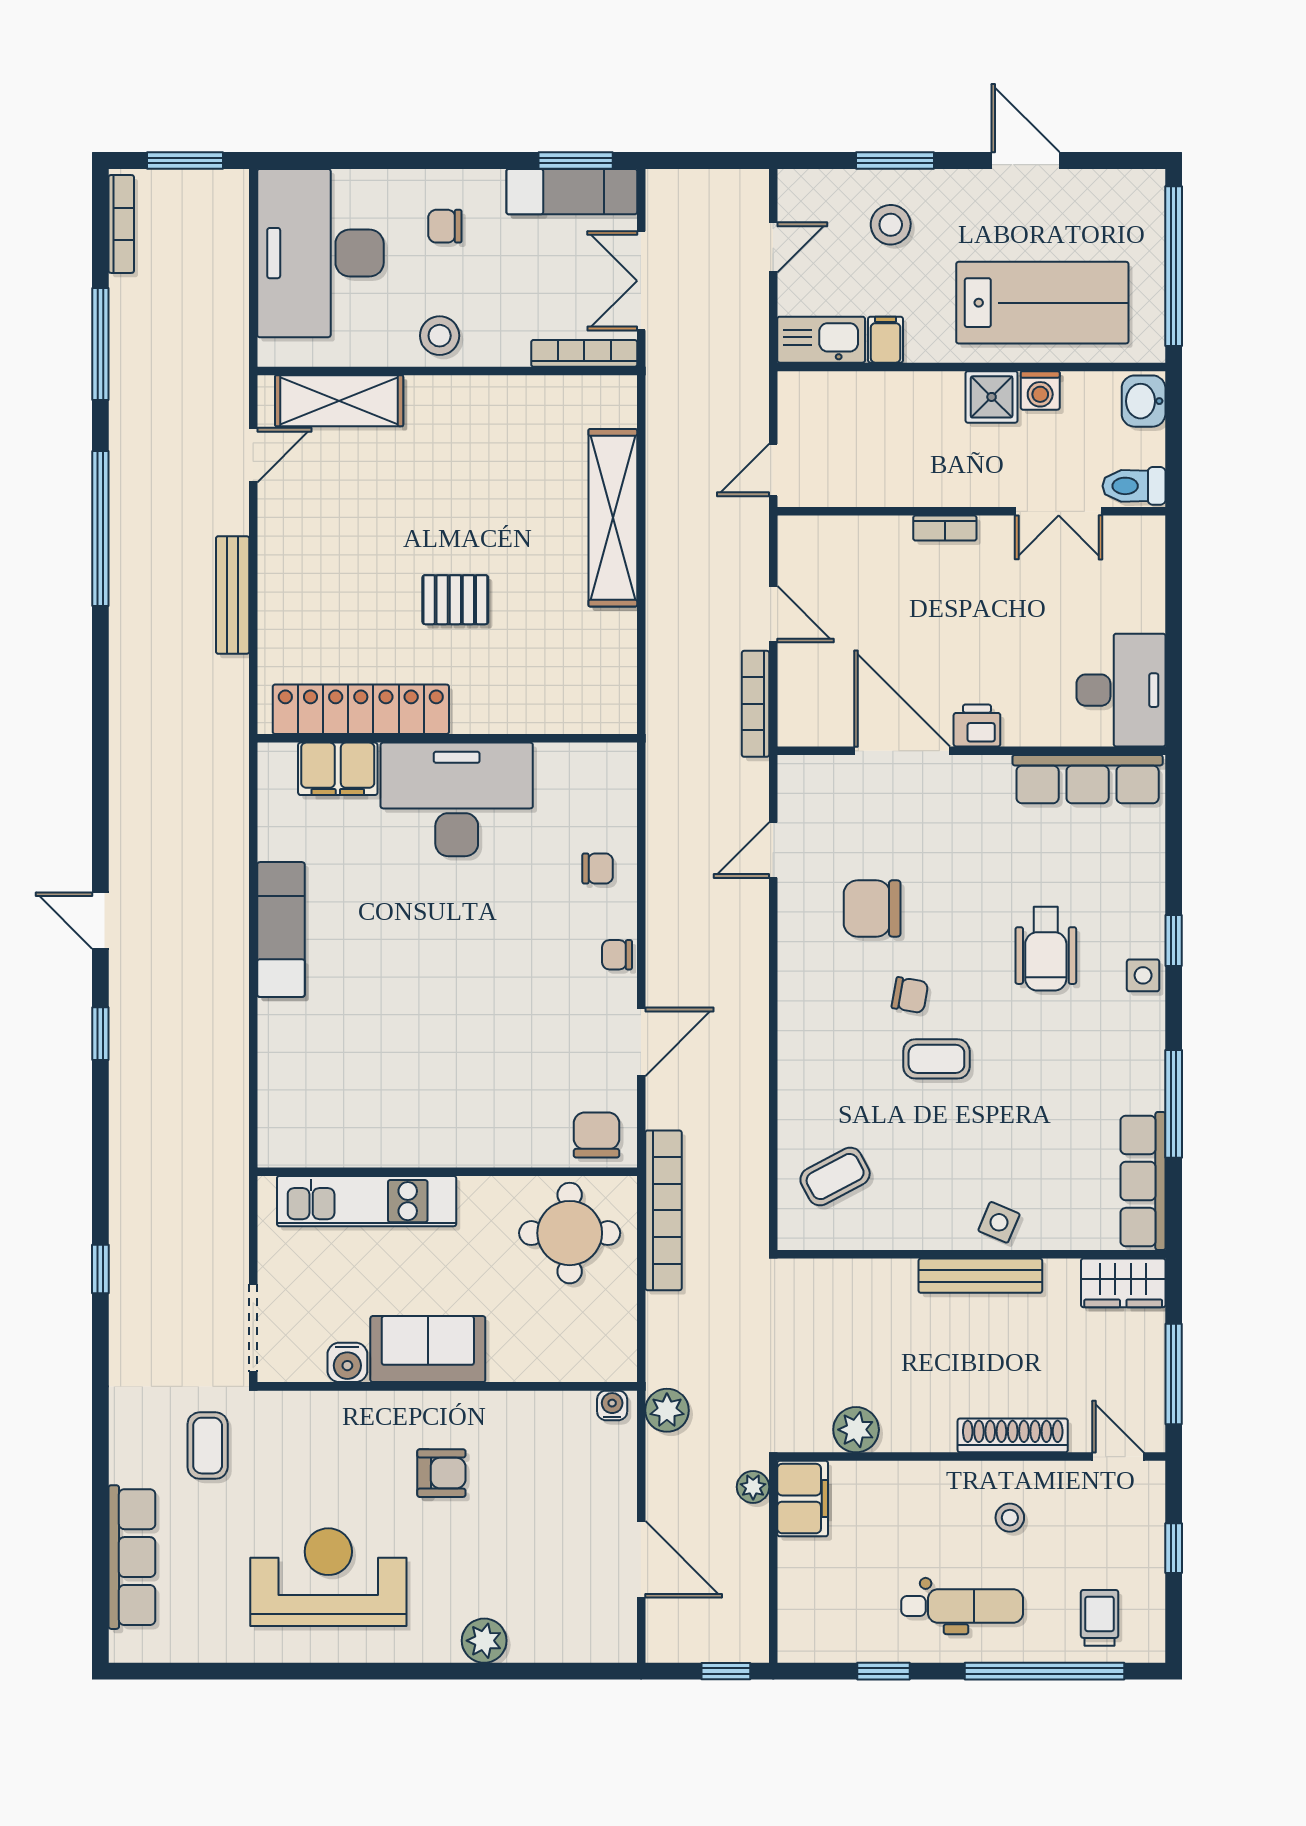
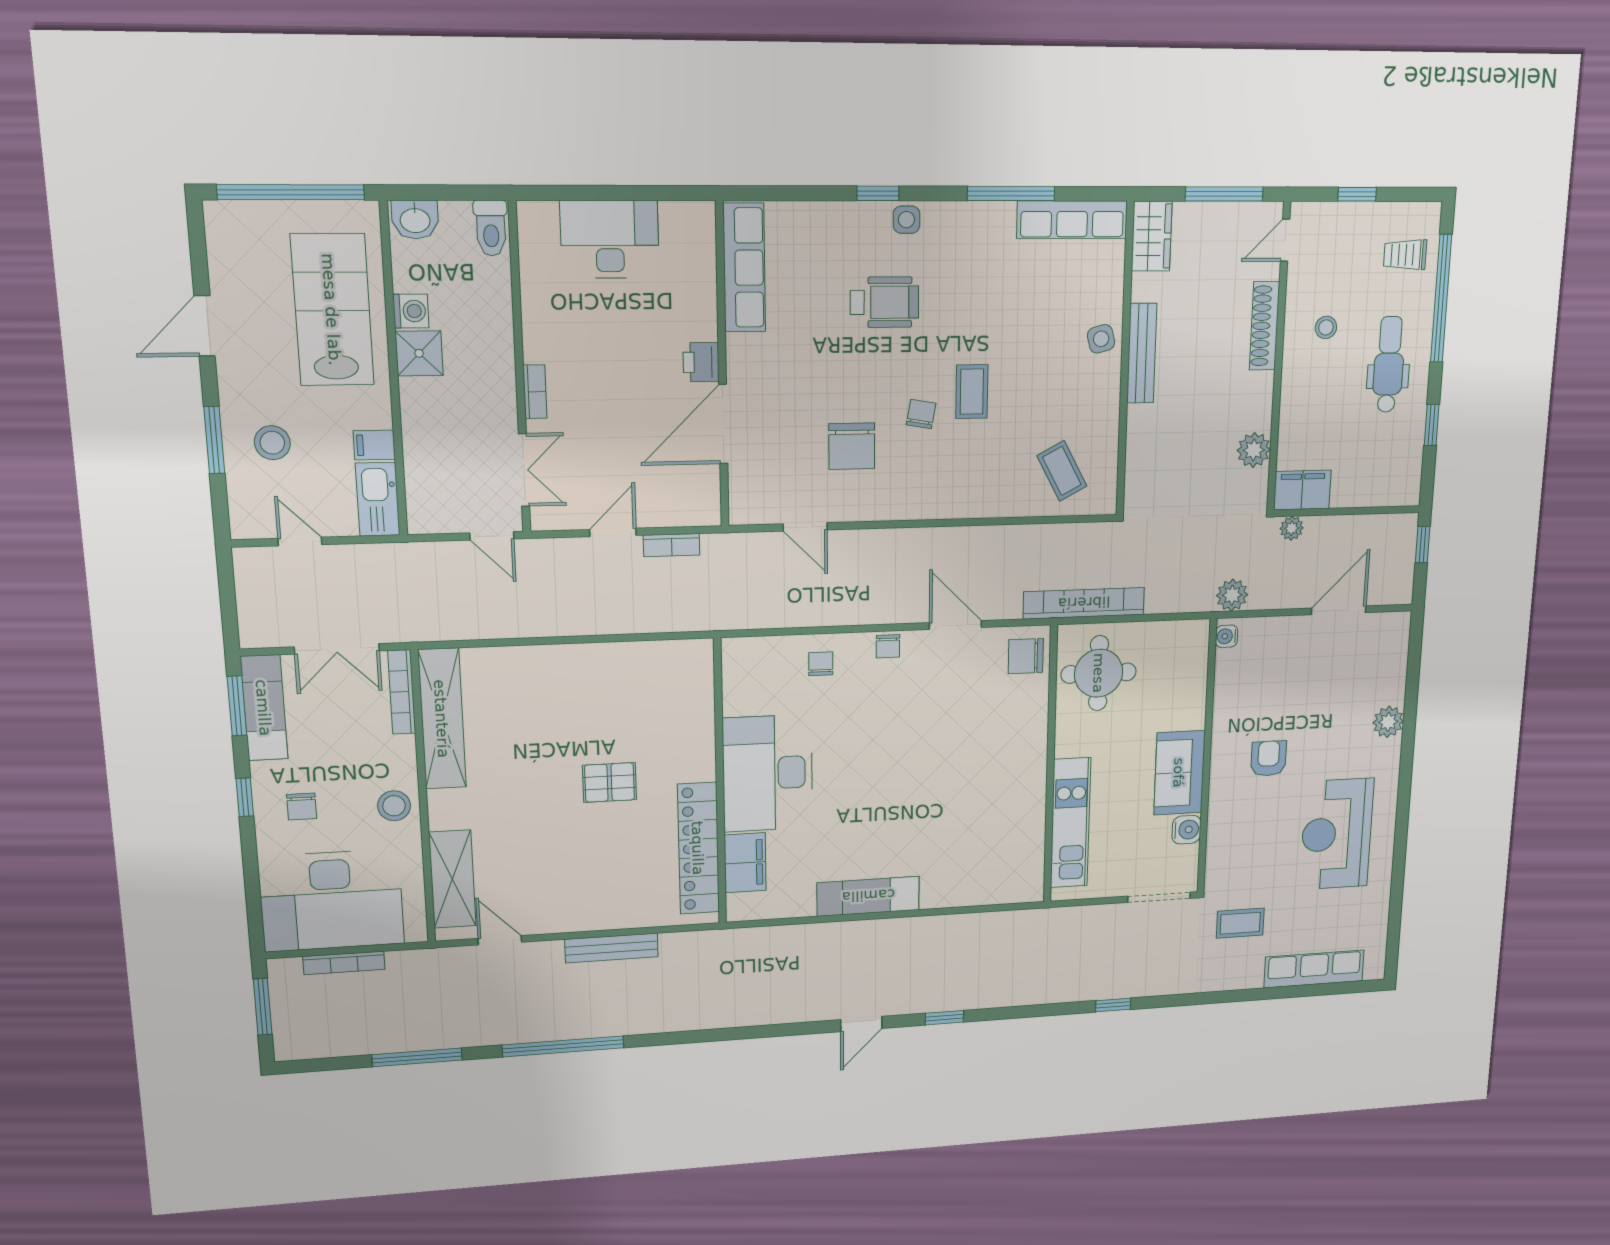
window: (460, 161) -> (245, 797), added
bookcase: (121, 224) -> (344, 963), moved, turned 180
double door: (1059, 511) -> (524, 470), moved
shelving: (613, 518) -> (442, 719), moved, turned 90
pallet: (455, 600) -> (609, 782), turned 90
desk: (1121, 690) -> (610, 239), moved
bookcase: (756, 704) -> (671, 545), width x0.64
side table: (999, 1222) -> (1101, 339), turned -37

